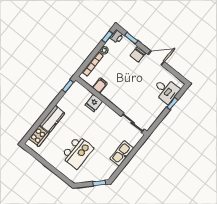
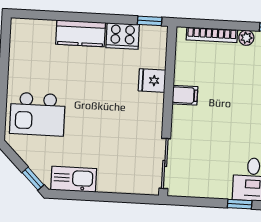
filing cabinet: (100, 86) -> (185, 95), moved
cooker: (39, 136) -> (123, 36), moved
kitchen island: (77, 152) -> (37, 114), moved
kitchen sink: (122, 153) -> (74, 179), moved

